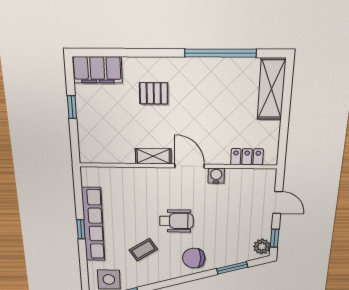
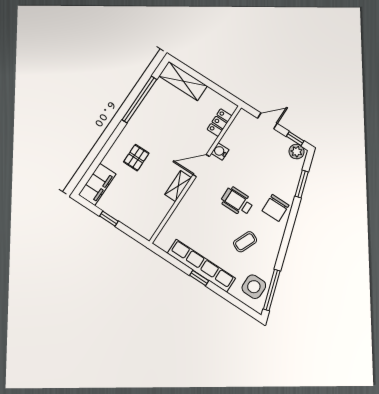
wheelchair: (176, 221) -> (237, 201), turned -90
coffee table: (143, 250) -> (245, 242), turned 57

